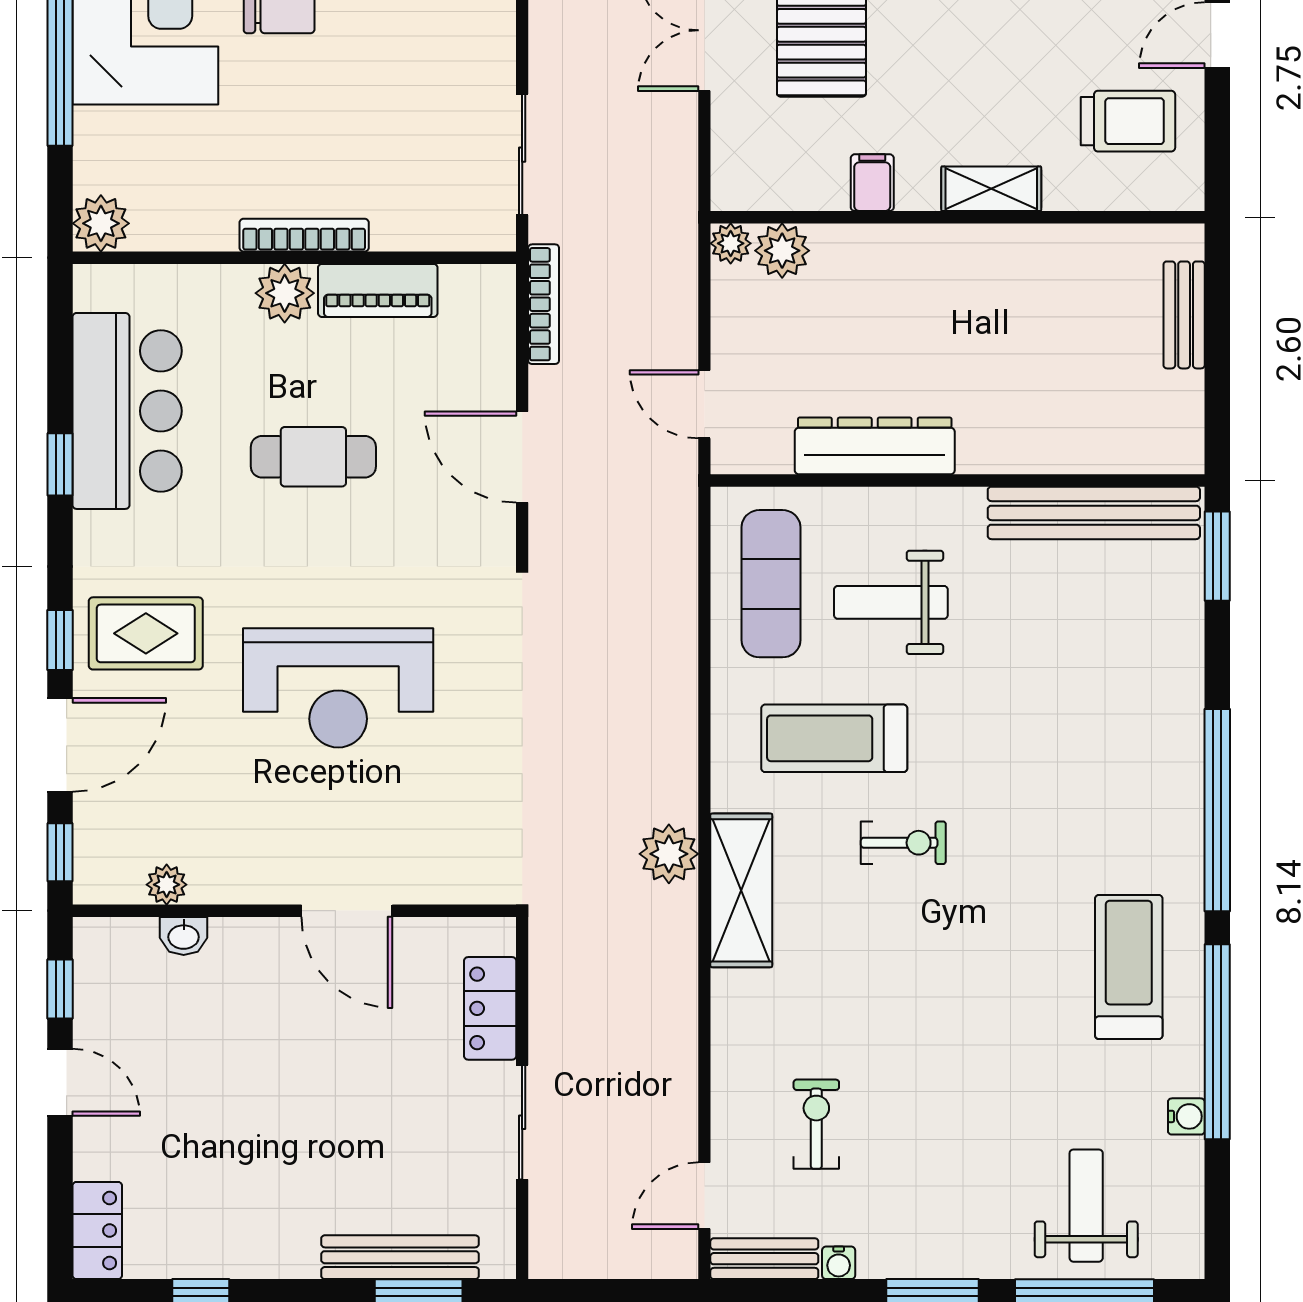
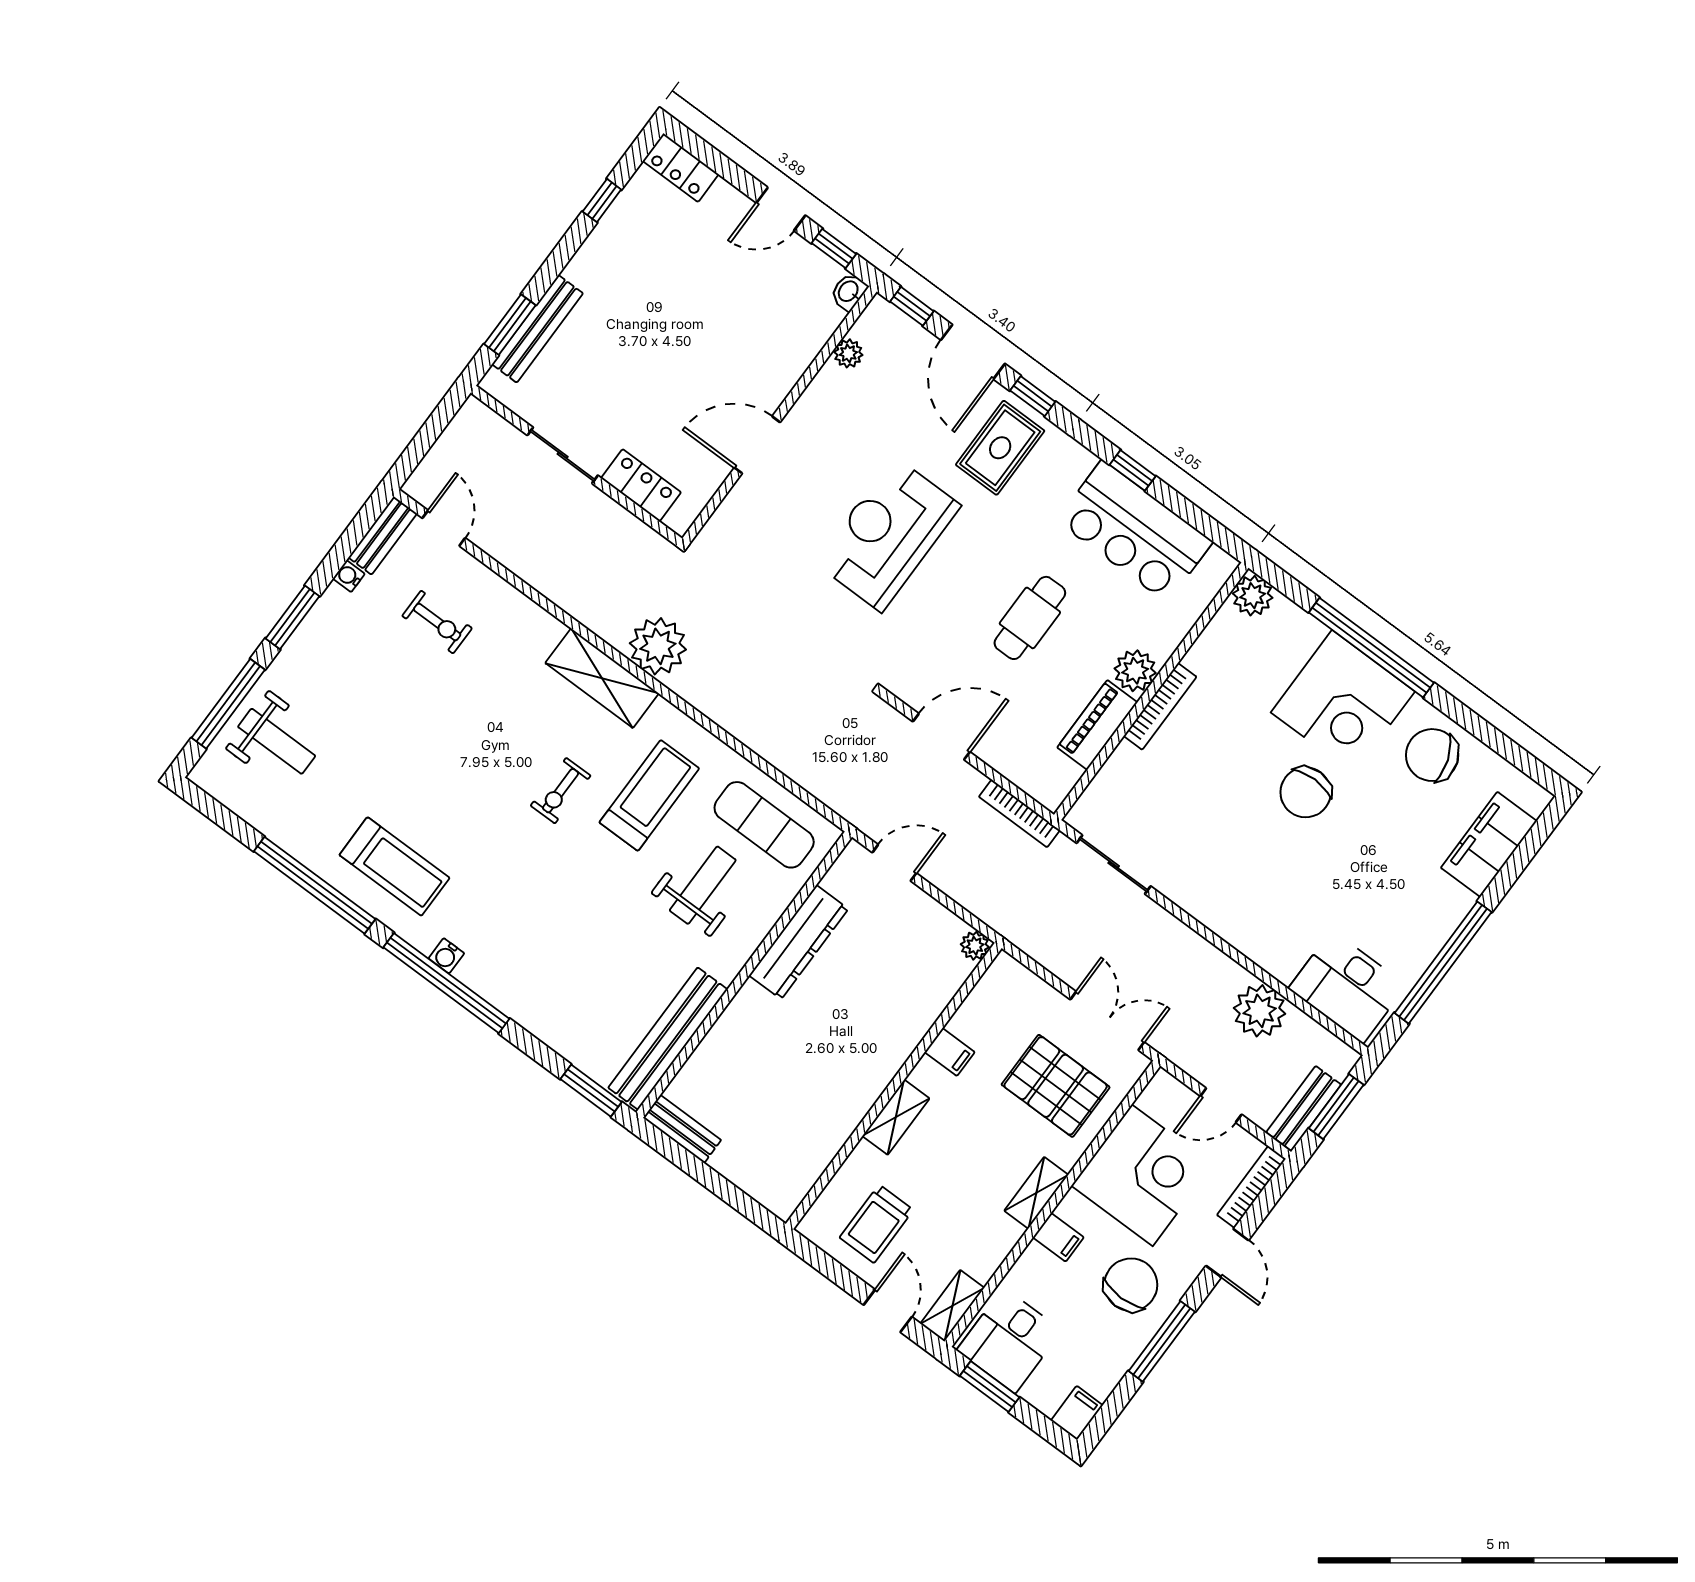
plant: (782, 251) -> (949, 972), removed
bench: (1184, 315) -> (682, 1129), moved
plant: (669, 854) -> (658, 646), width x1.36, depth x1.36
washbasin: (184, 936) -> (849, 292), moved
water cooler: (1186, 1116) -> (446, 956), moved

